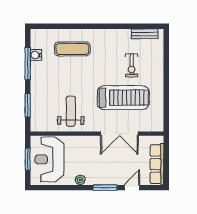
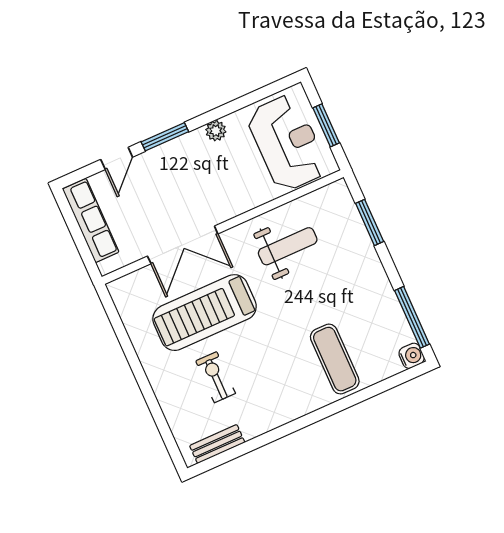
exercise mat: (72, 49) -> (335, 359), turned 90
water cooler: (36, 55) -> (412, 356), moved
window: (28, 63) -> (412, 317), moved
weight bench: (71, 111) -> (288, 246), turned -90
double door: (119, 134) -> (183, 245), swing flipped

